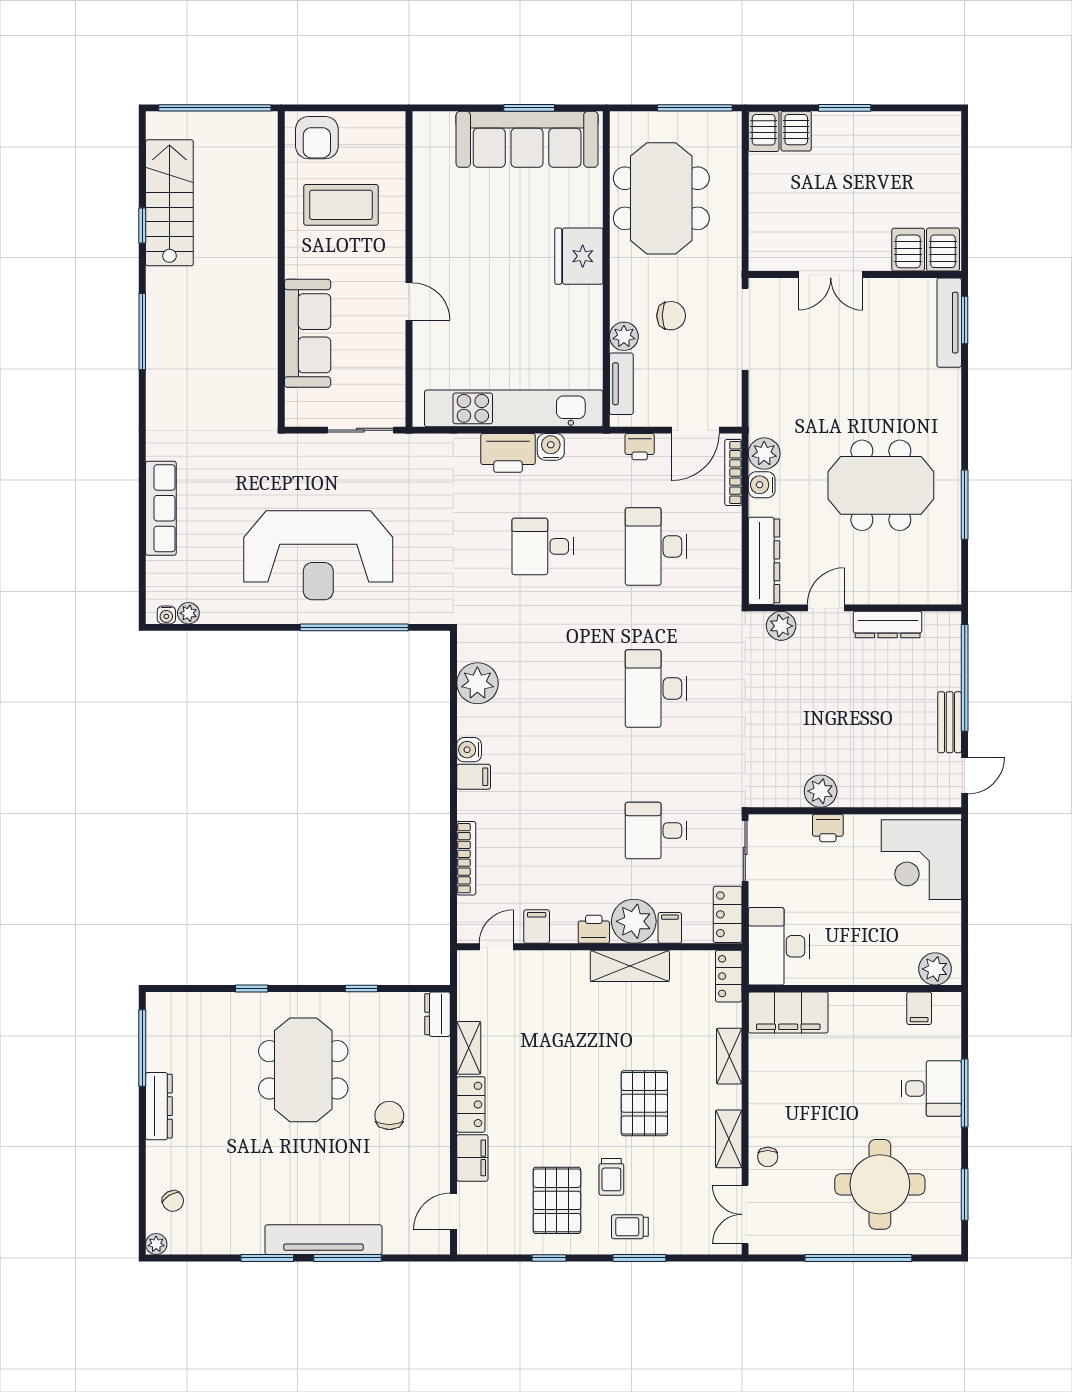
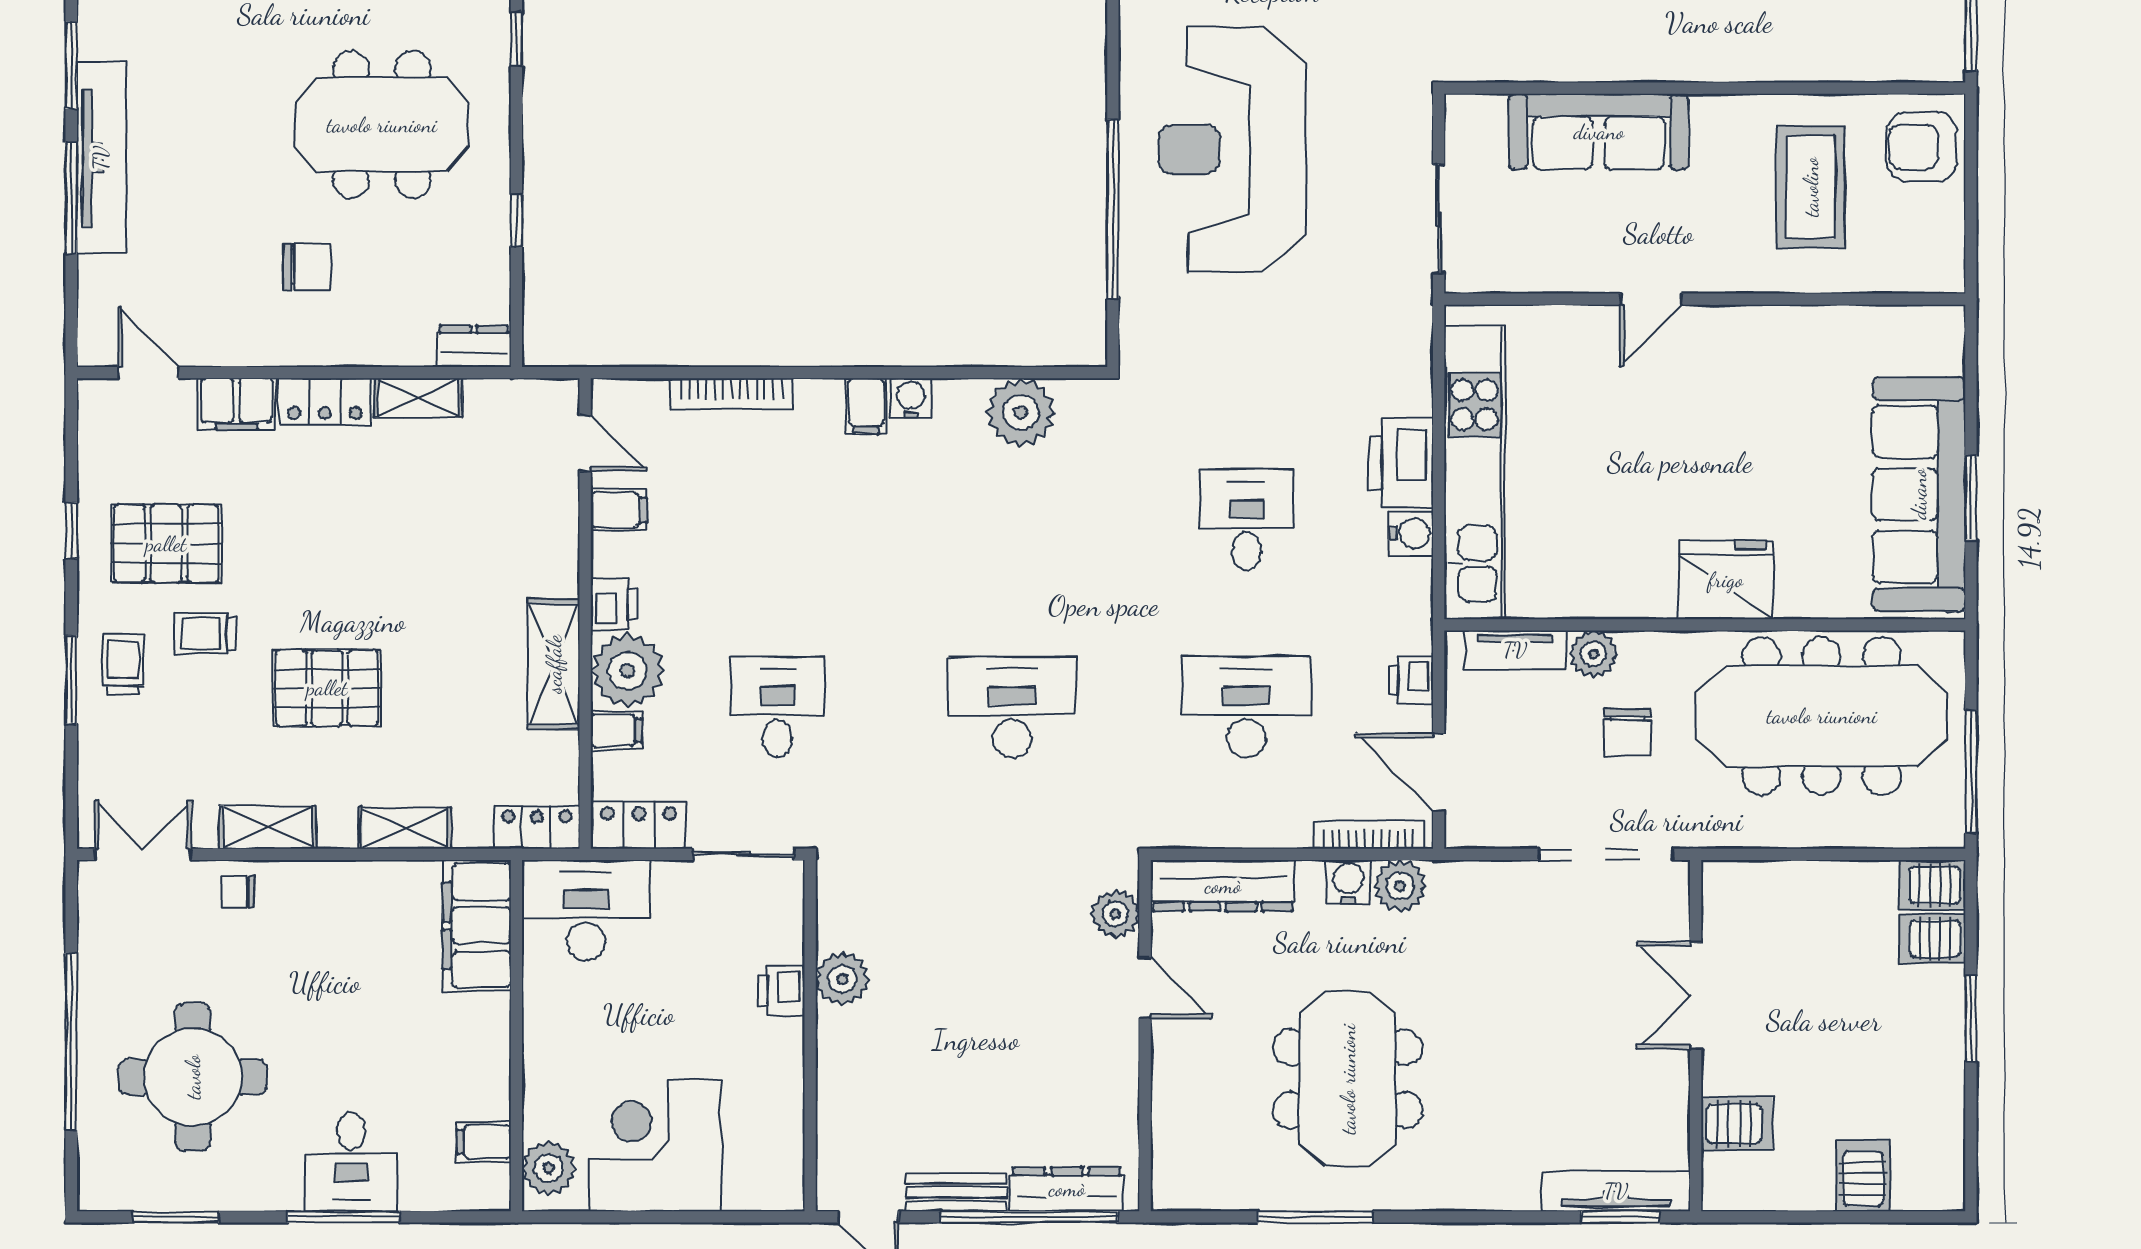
meeting table: (661, 198) -> (1822, 716), width x1.36
server rack: (943, 250) -> (1863, 1176), moved, turned -90
dresser: (888, 625) -> (1067, 1189), moved, turned 90
corner desk: (921, 860) -> (655, 1145), moved

